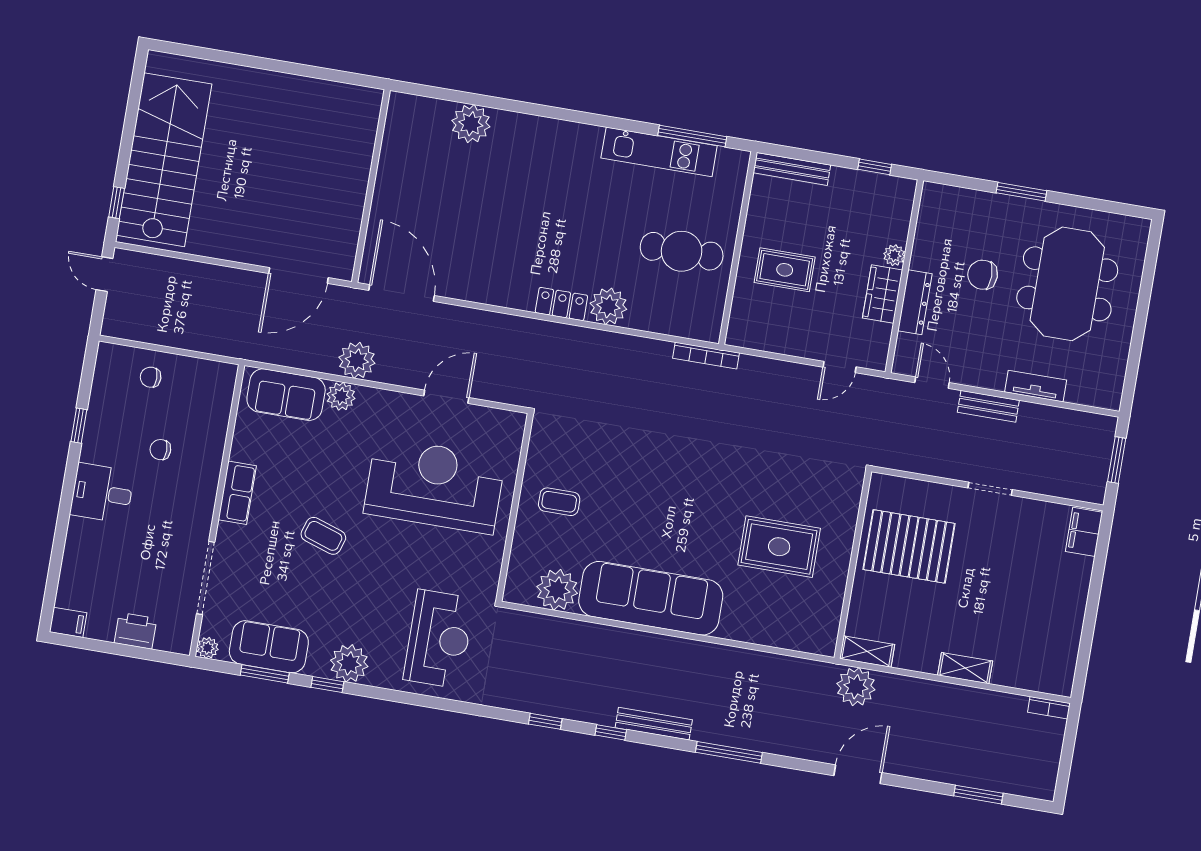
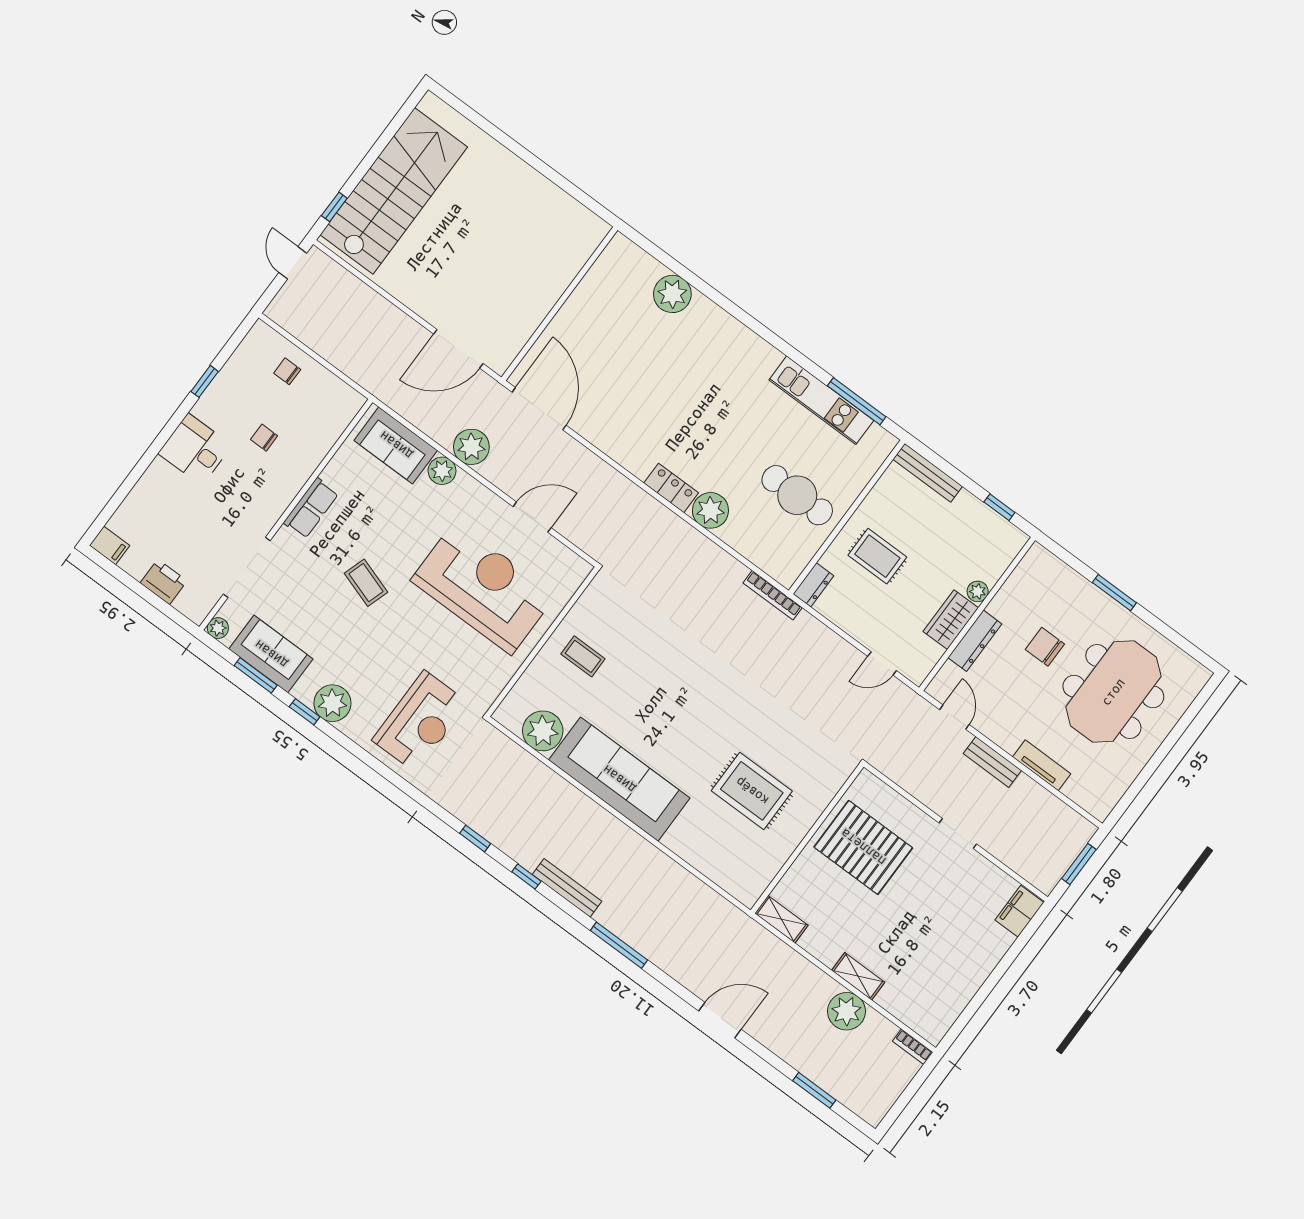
dresser: (739, 327) -> (813, 585), added
plant: (856, 687) -> (846, 1011), moved

